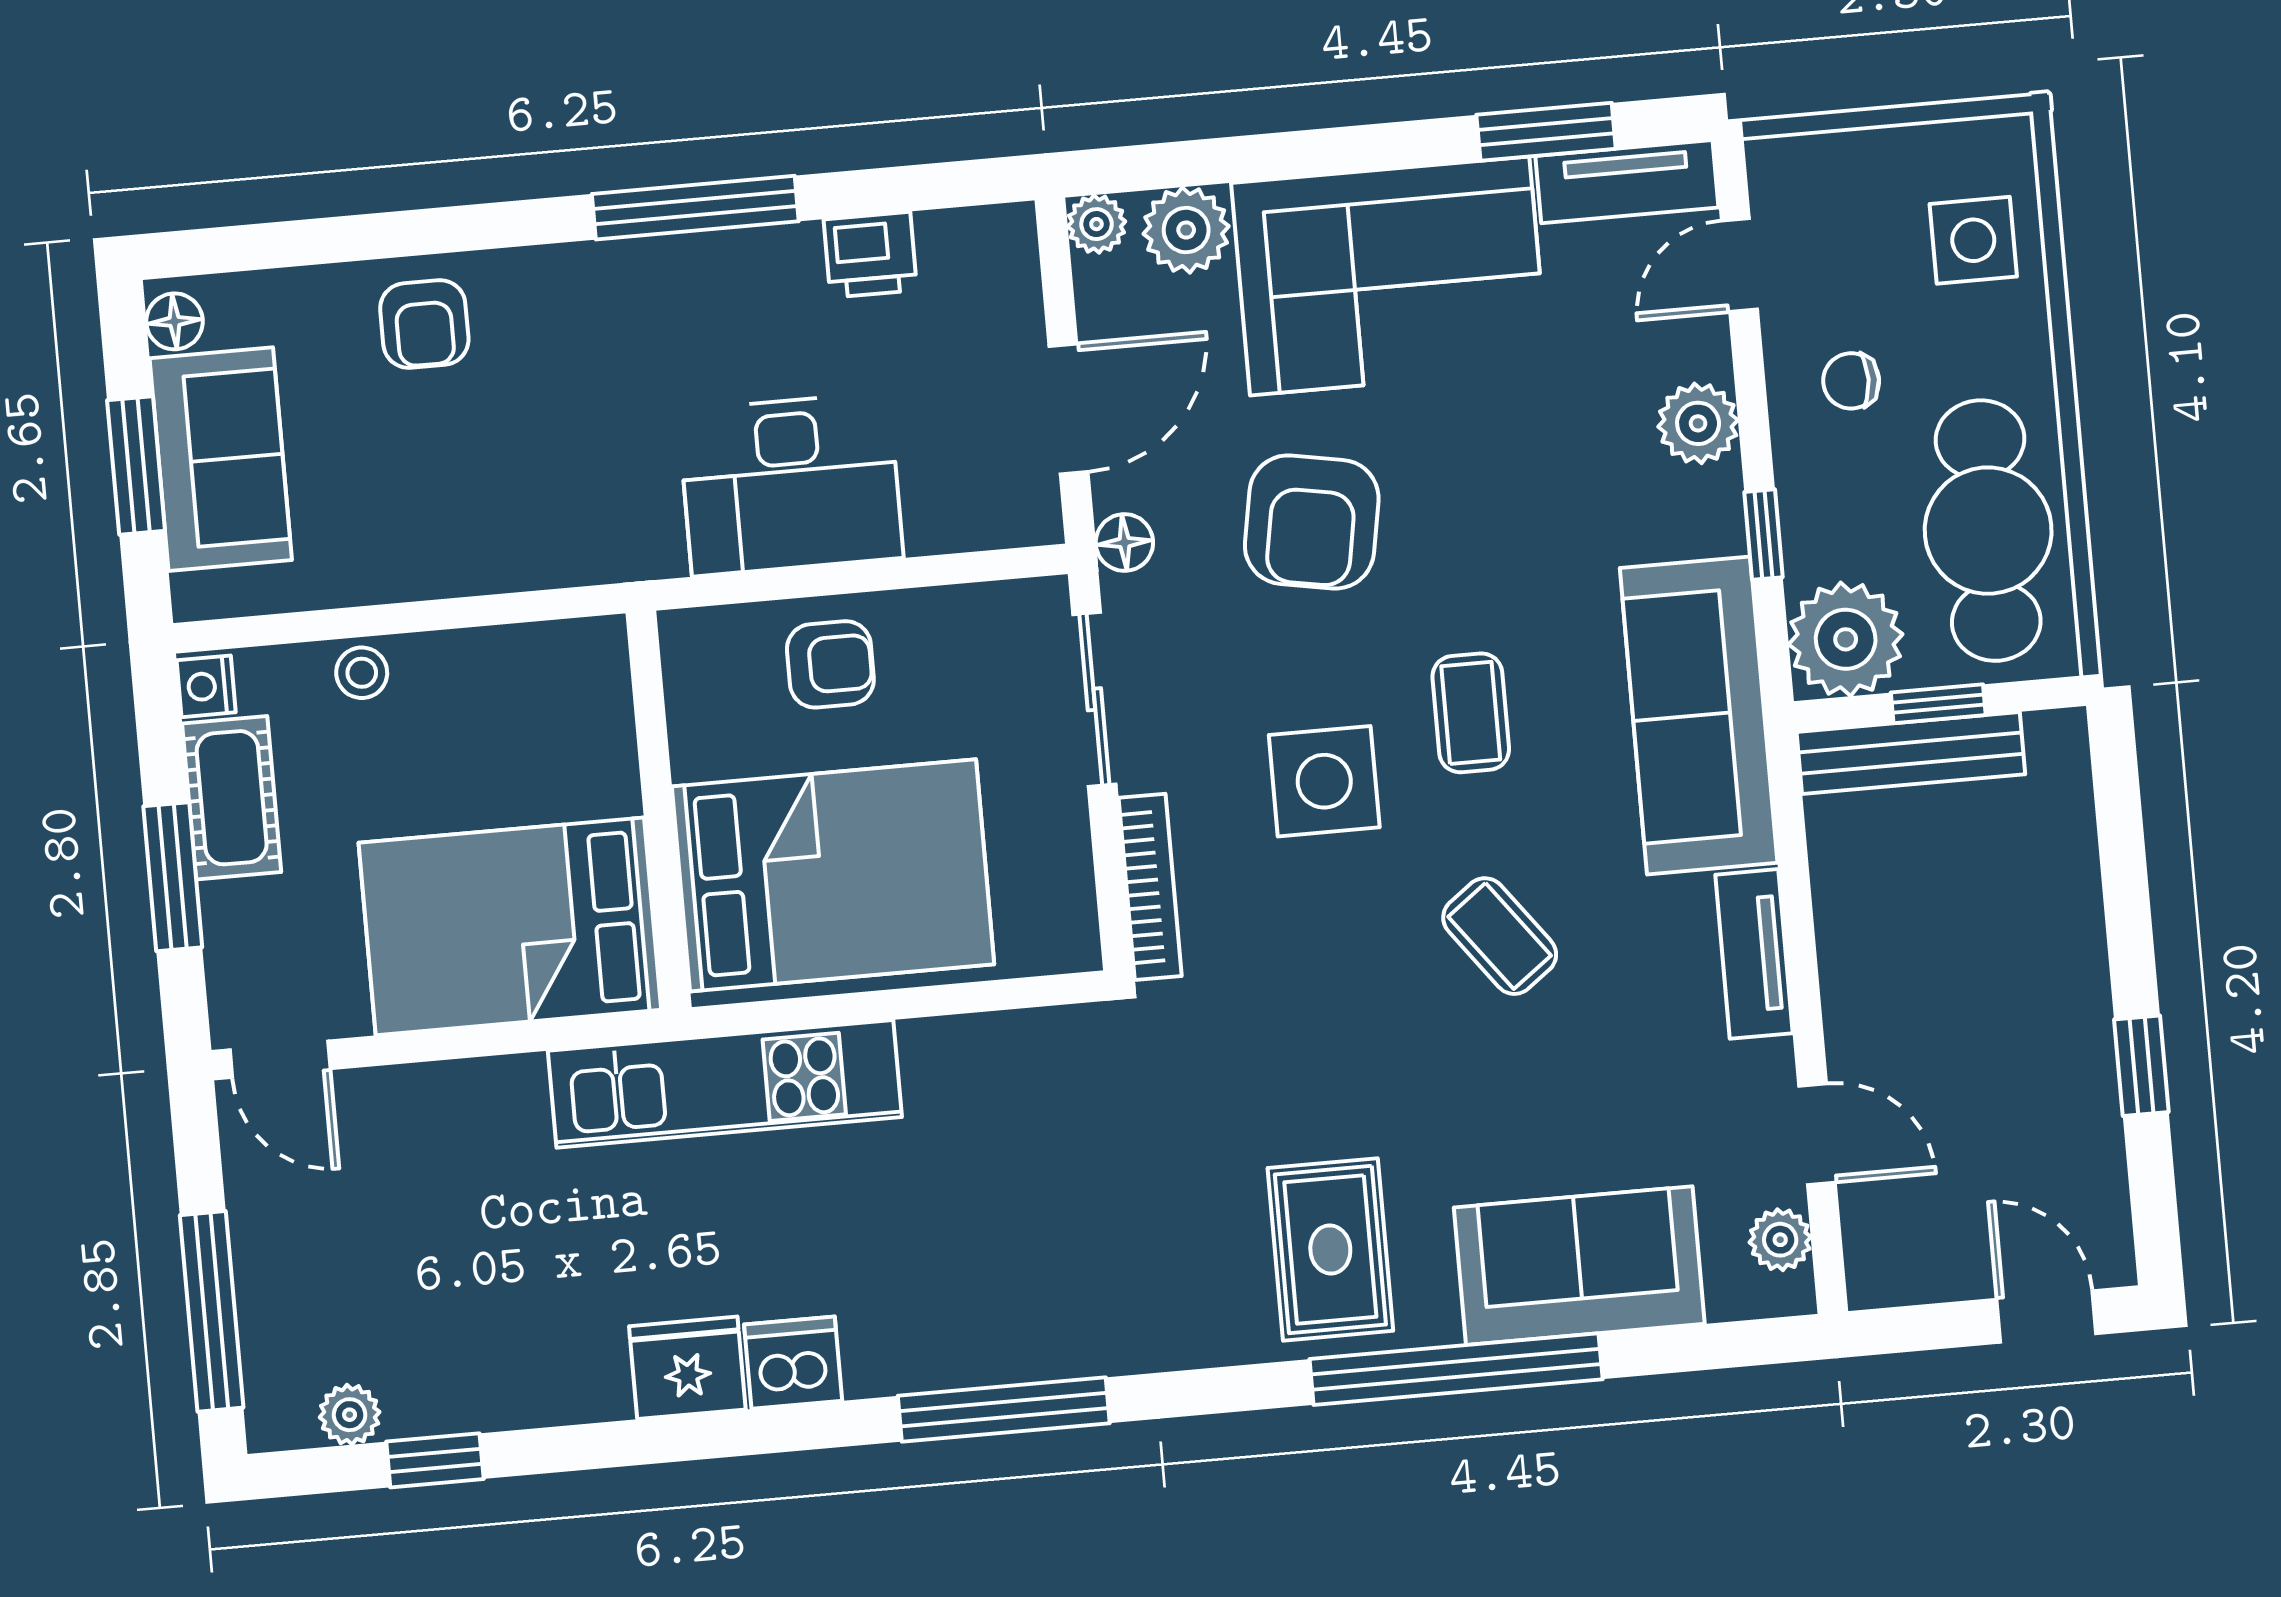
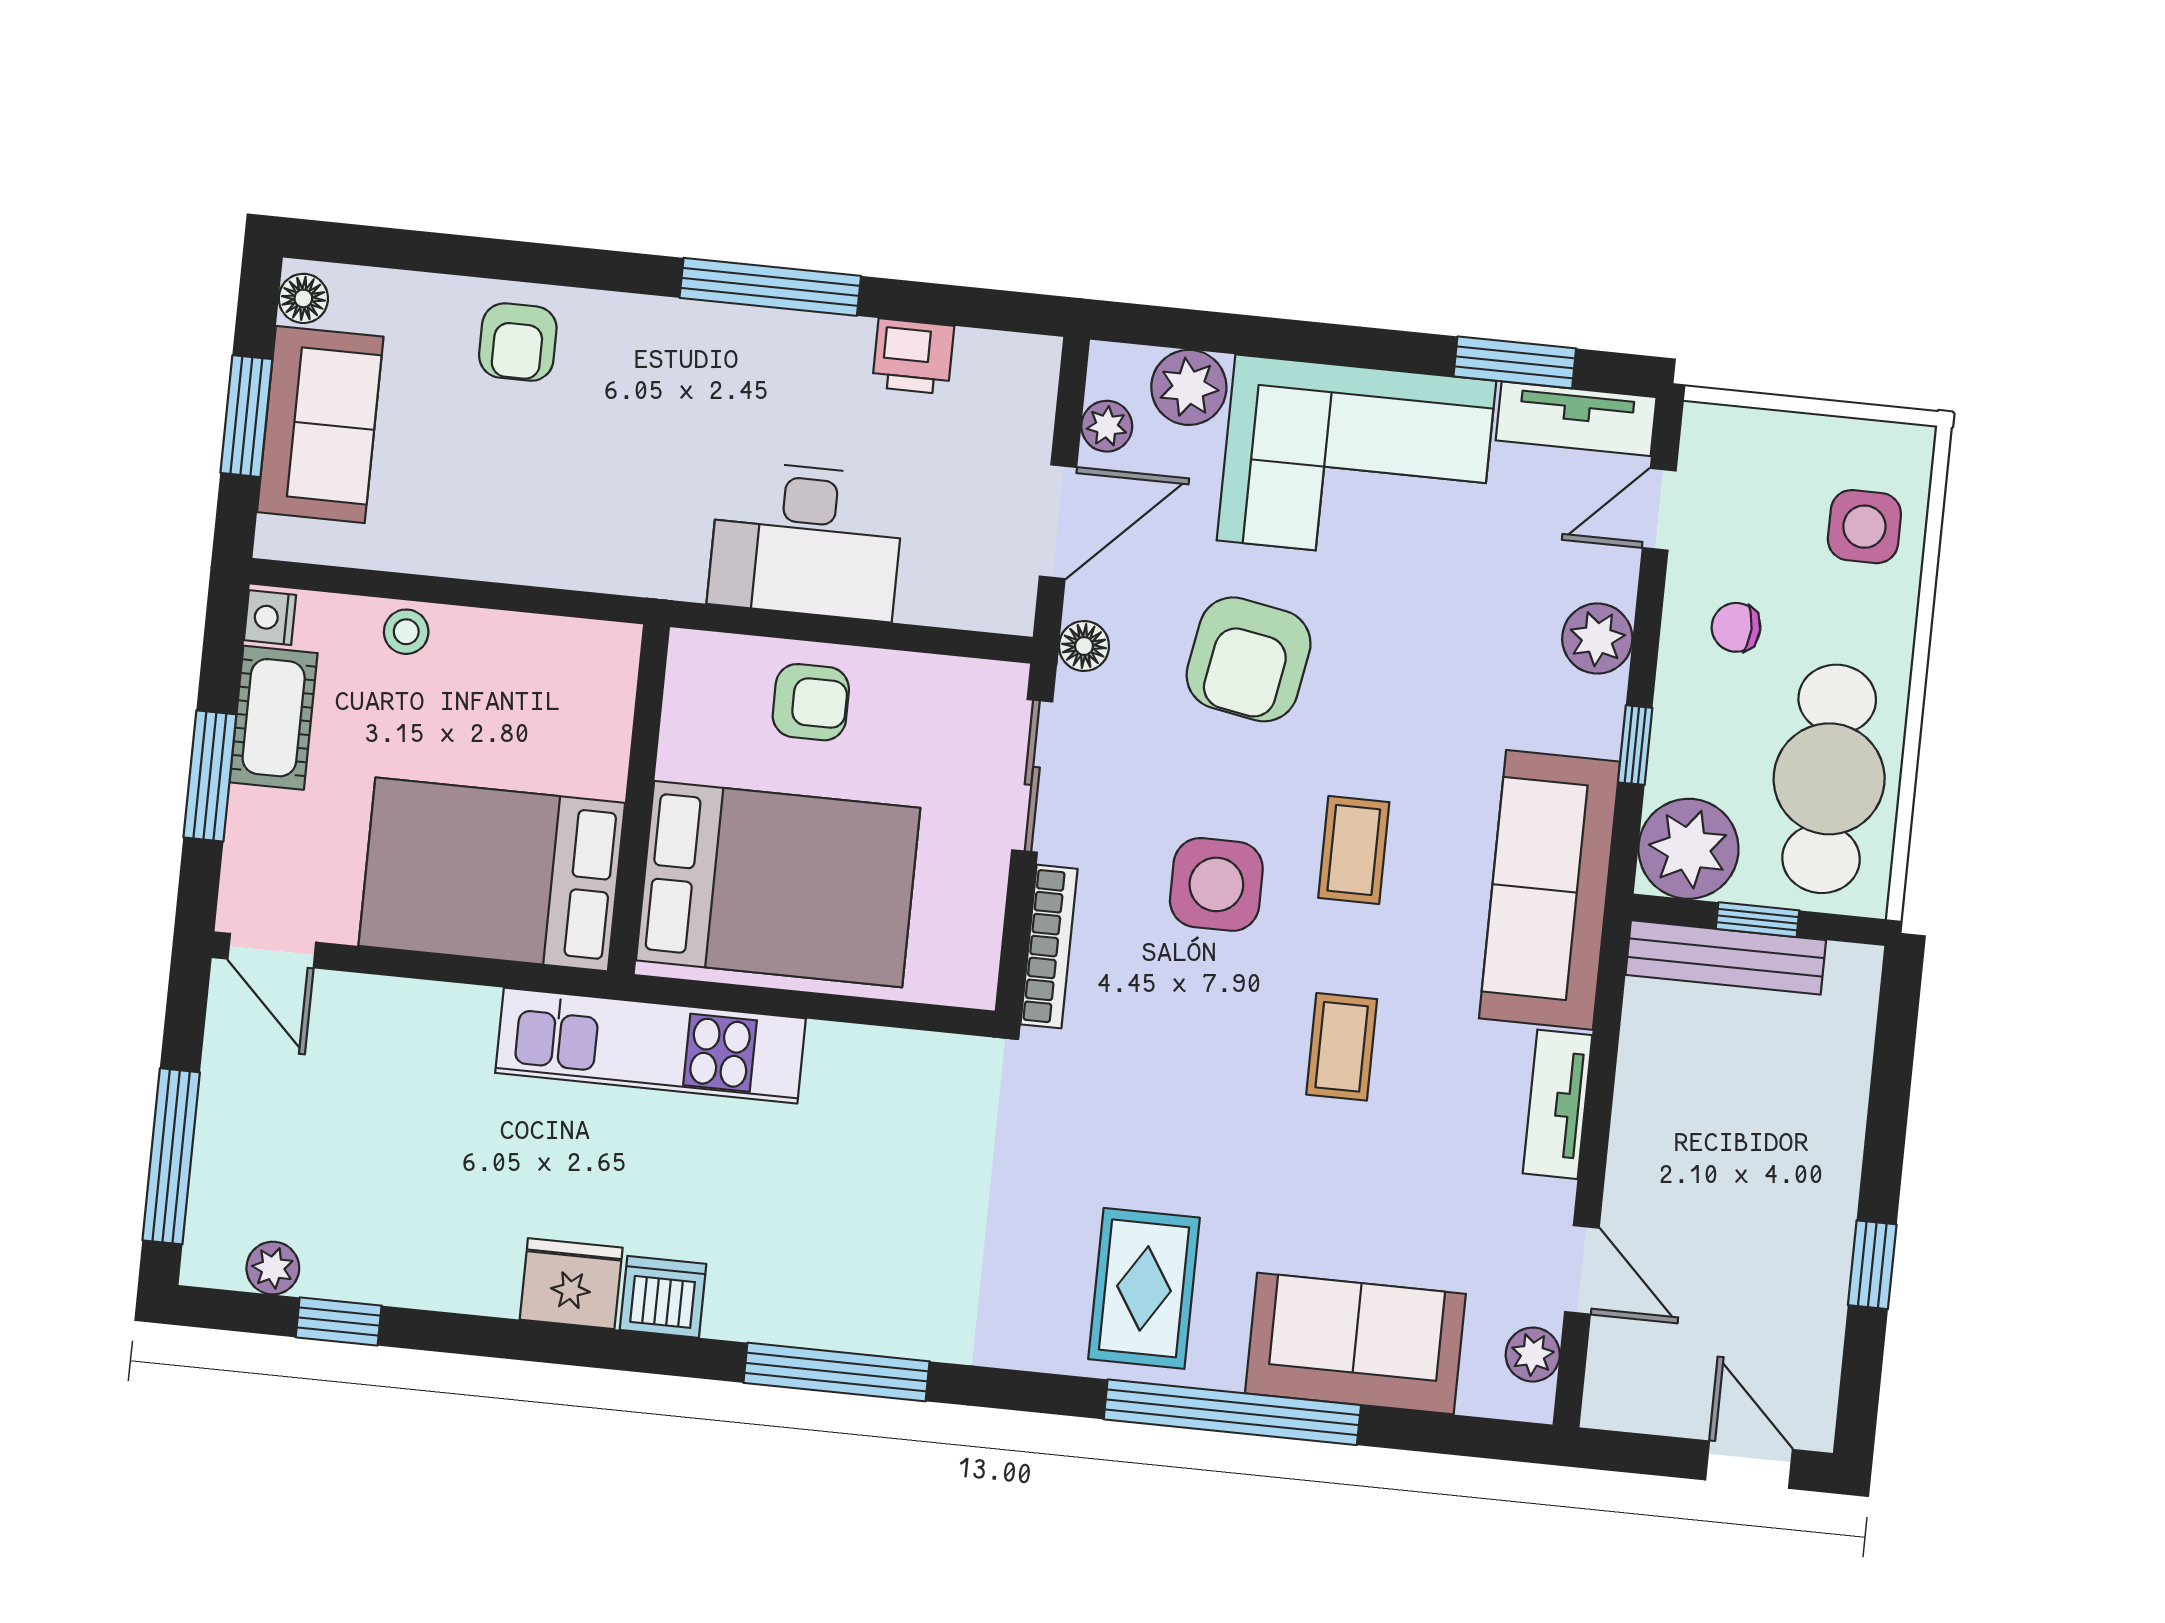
plant: (1096, 224) -> (1107, 426), moved
coffee table: (1500, 936) -> (1342, 1047), turned 37

